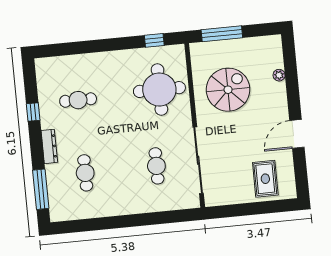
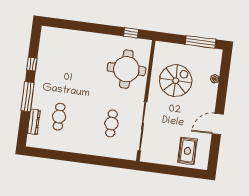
window: (222, 34) -> (200, 42), moved
cafe table: (78, 100) -> (66, 63), removed
dresser: (49, 146) -> (34, 122), moved
window: (41, 189) -> (28, 97), moved

